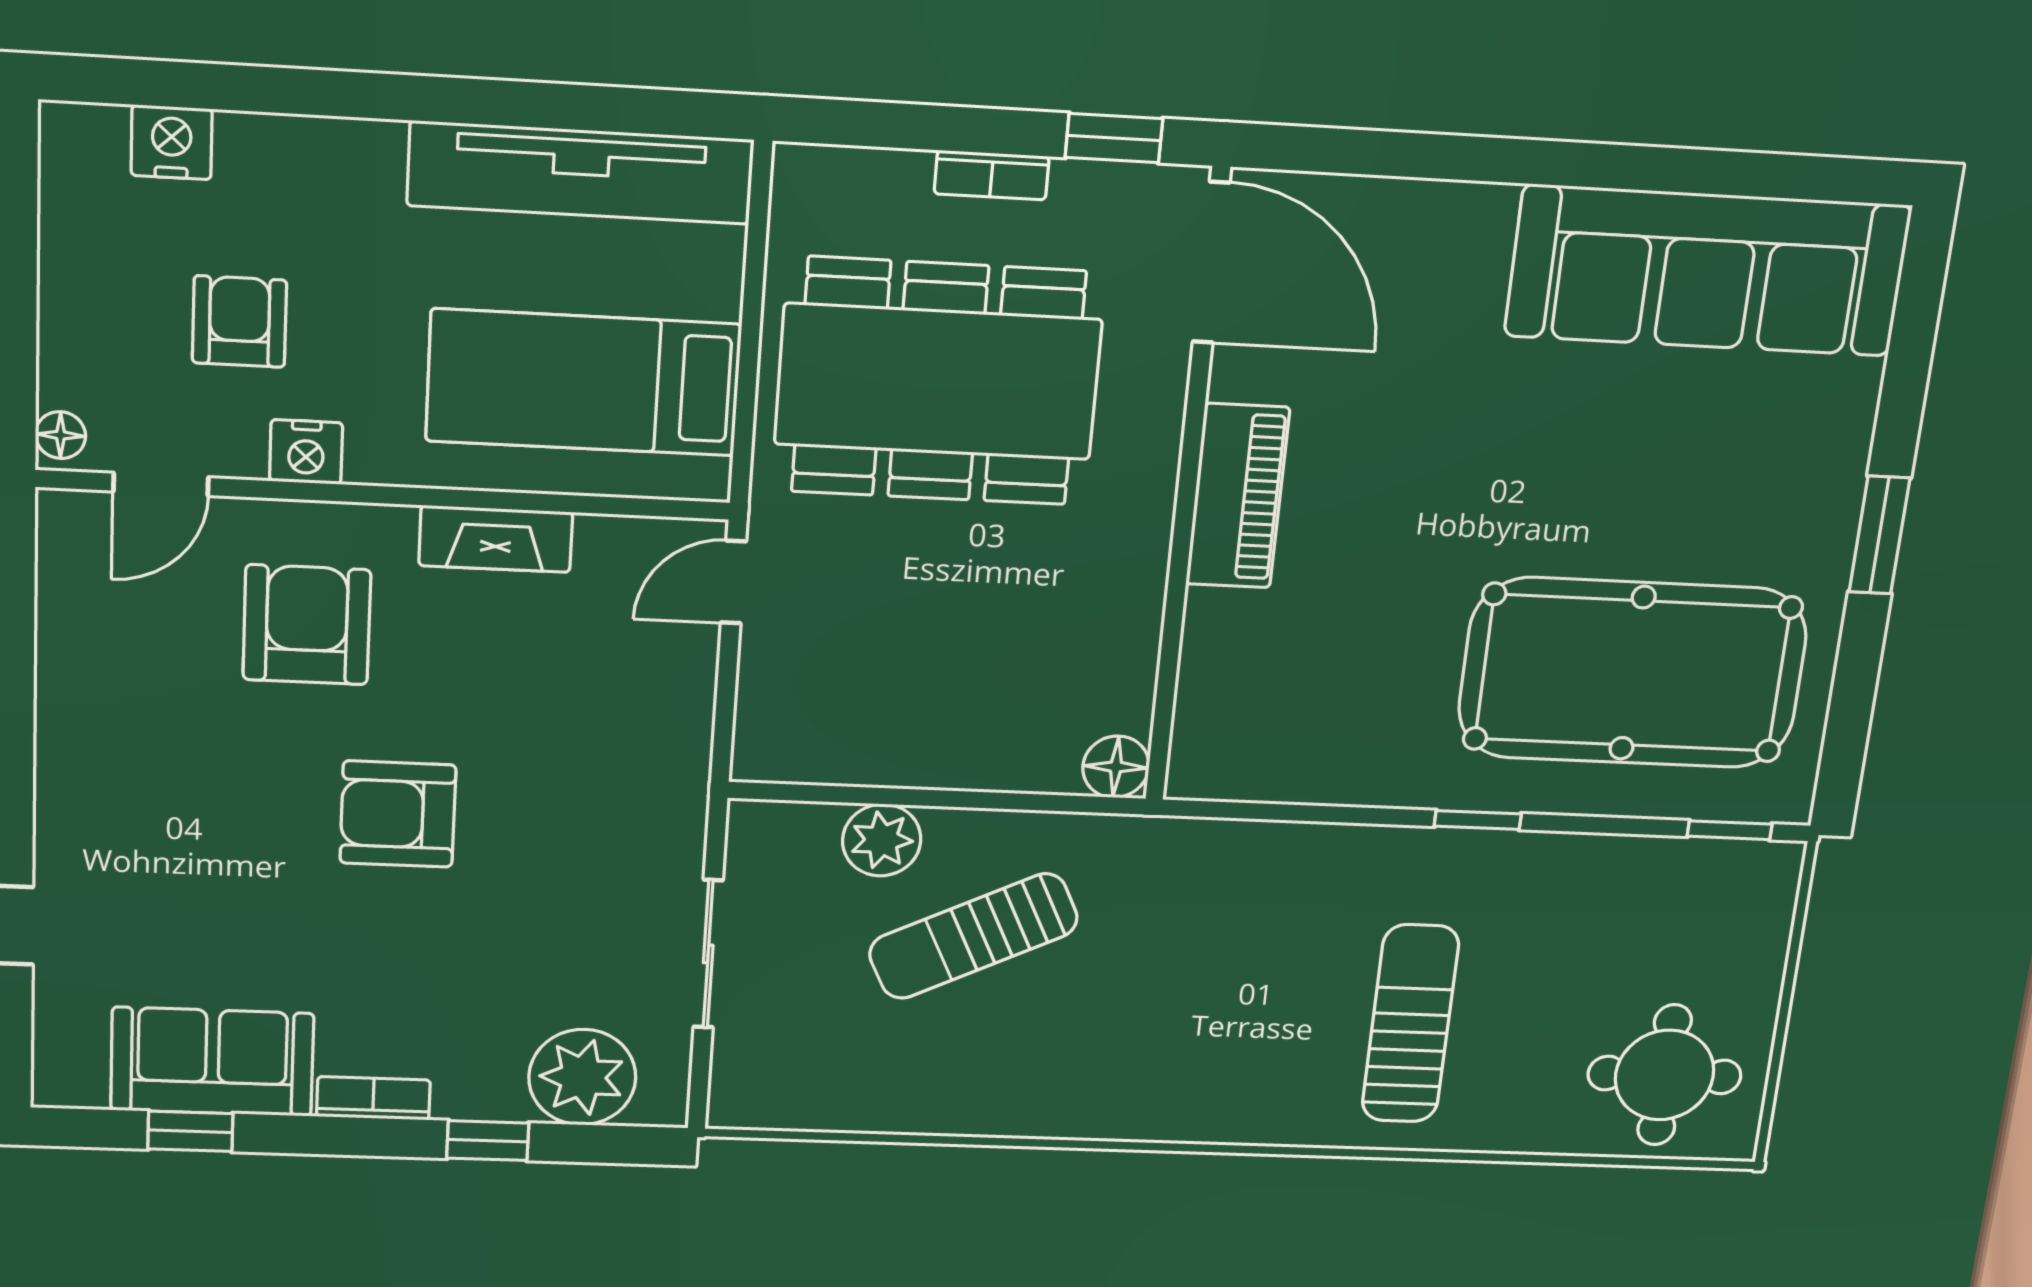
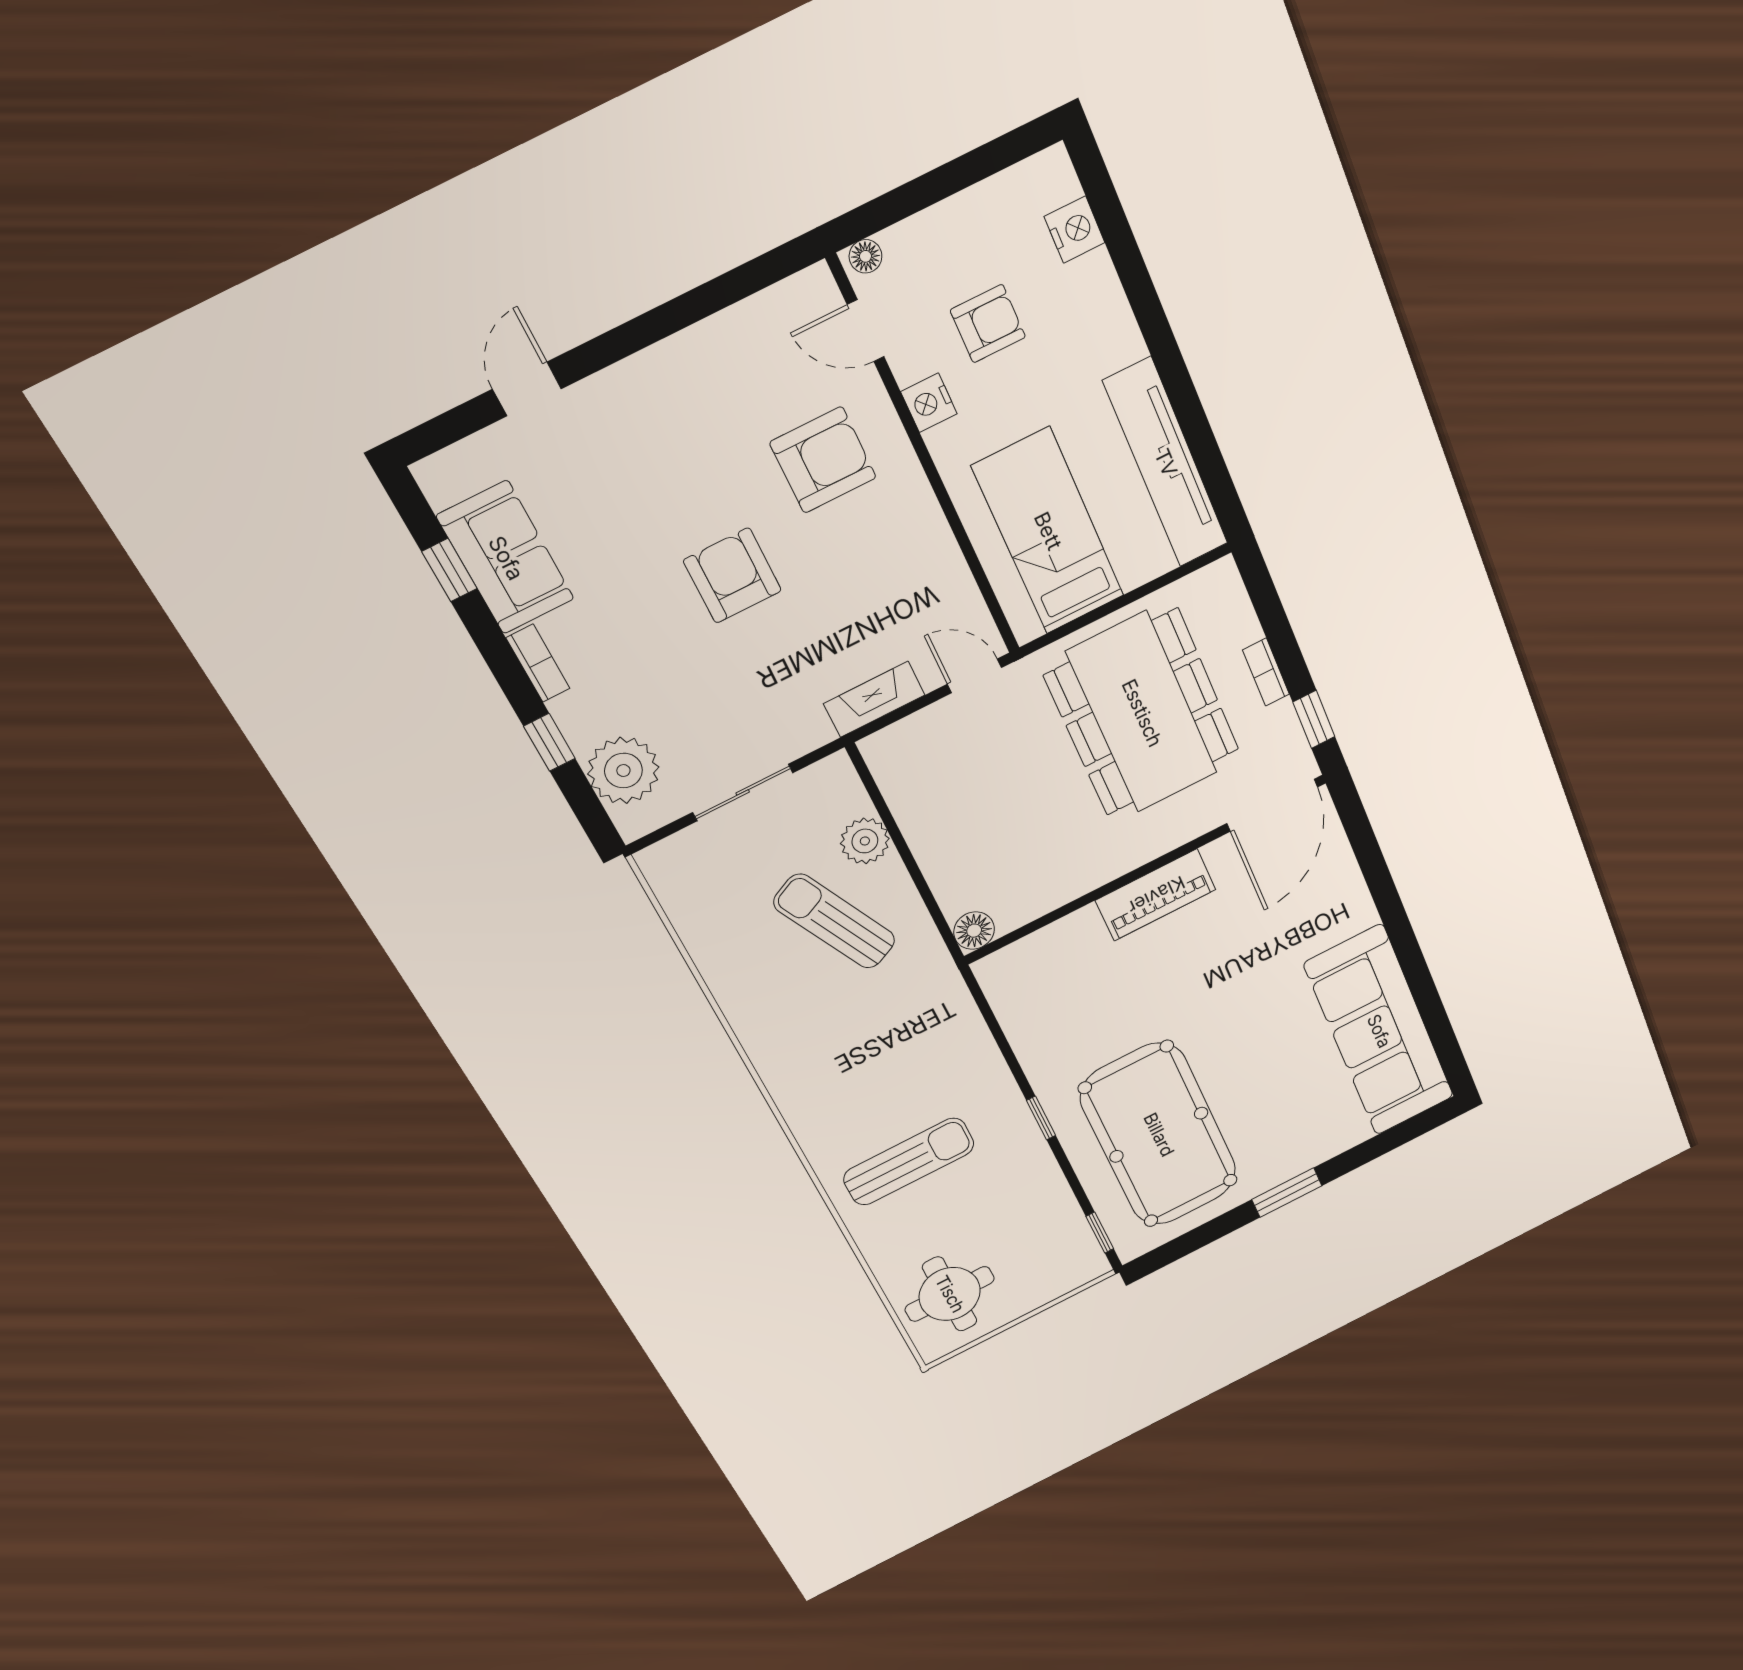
fireplace: (496, 539) -> (874, 699), moved, turned 90

